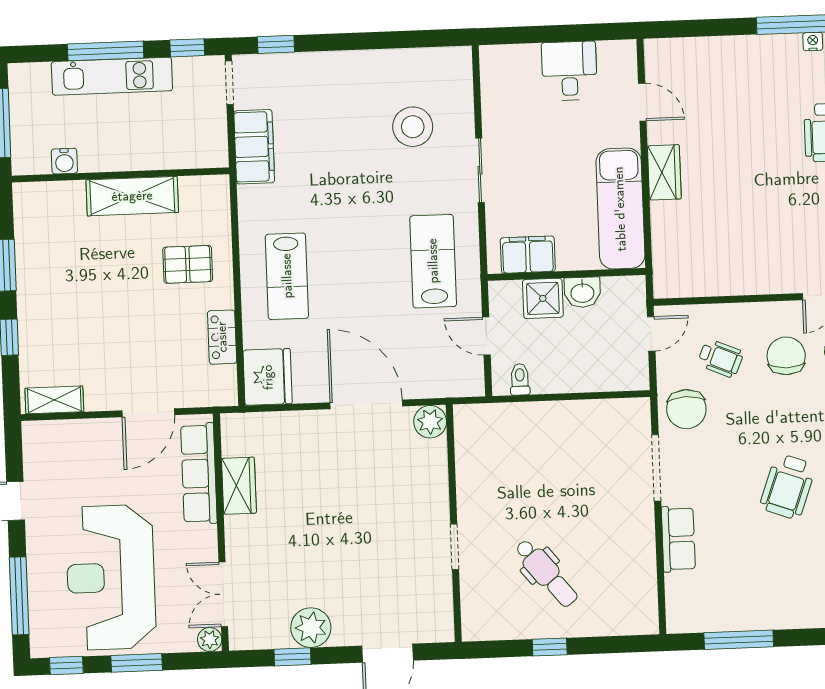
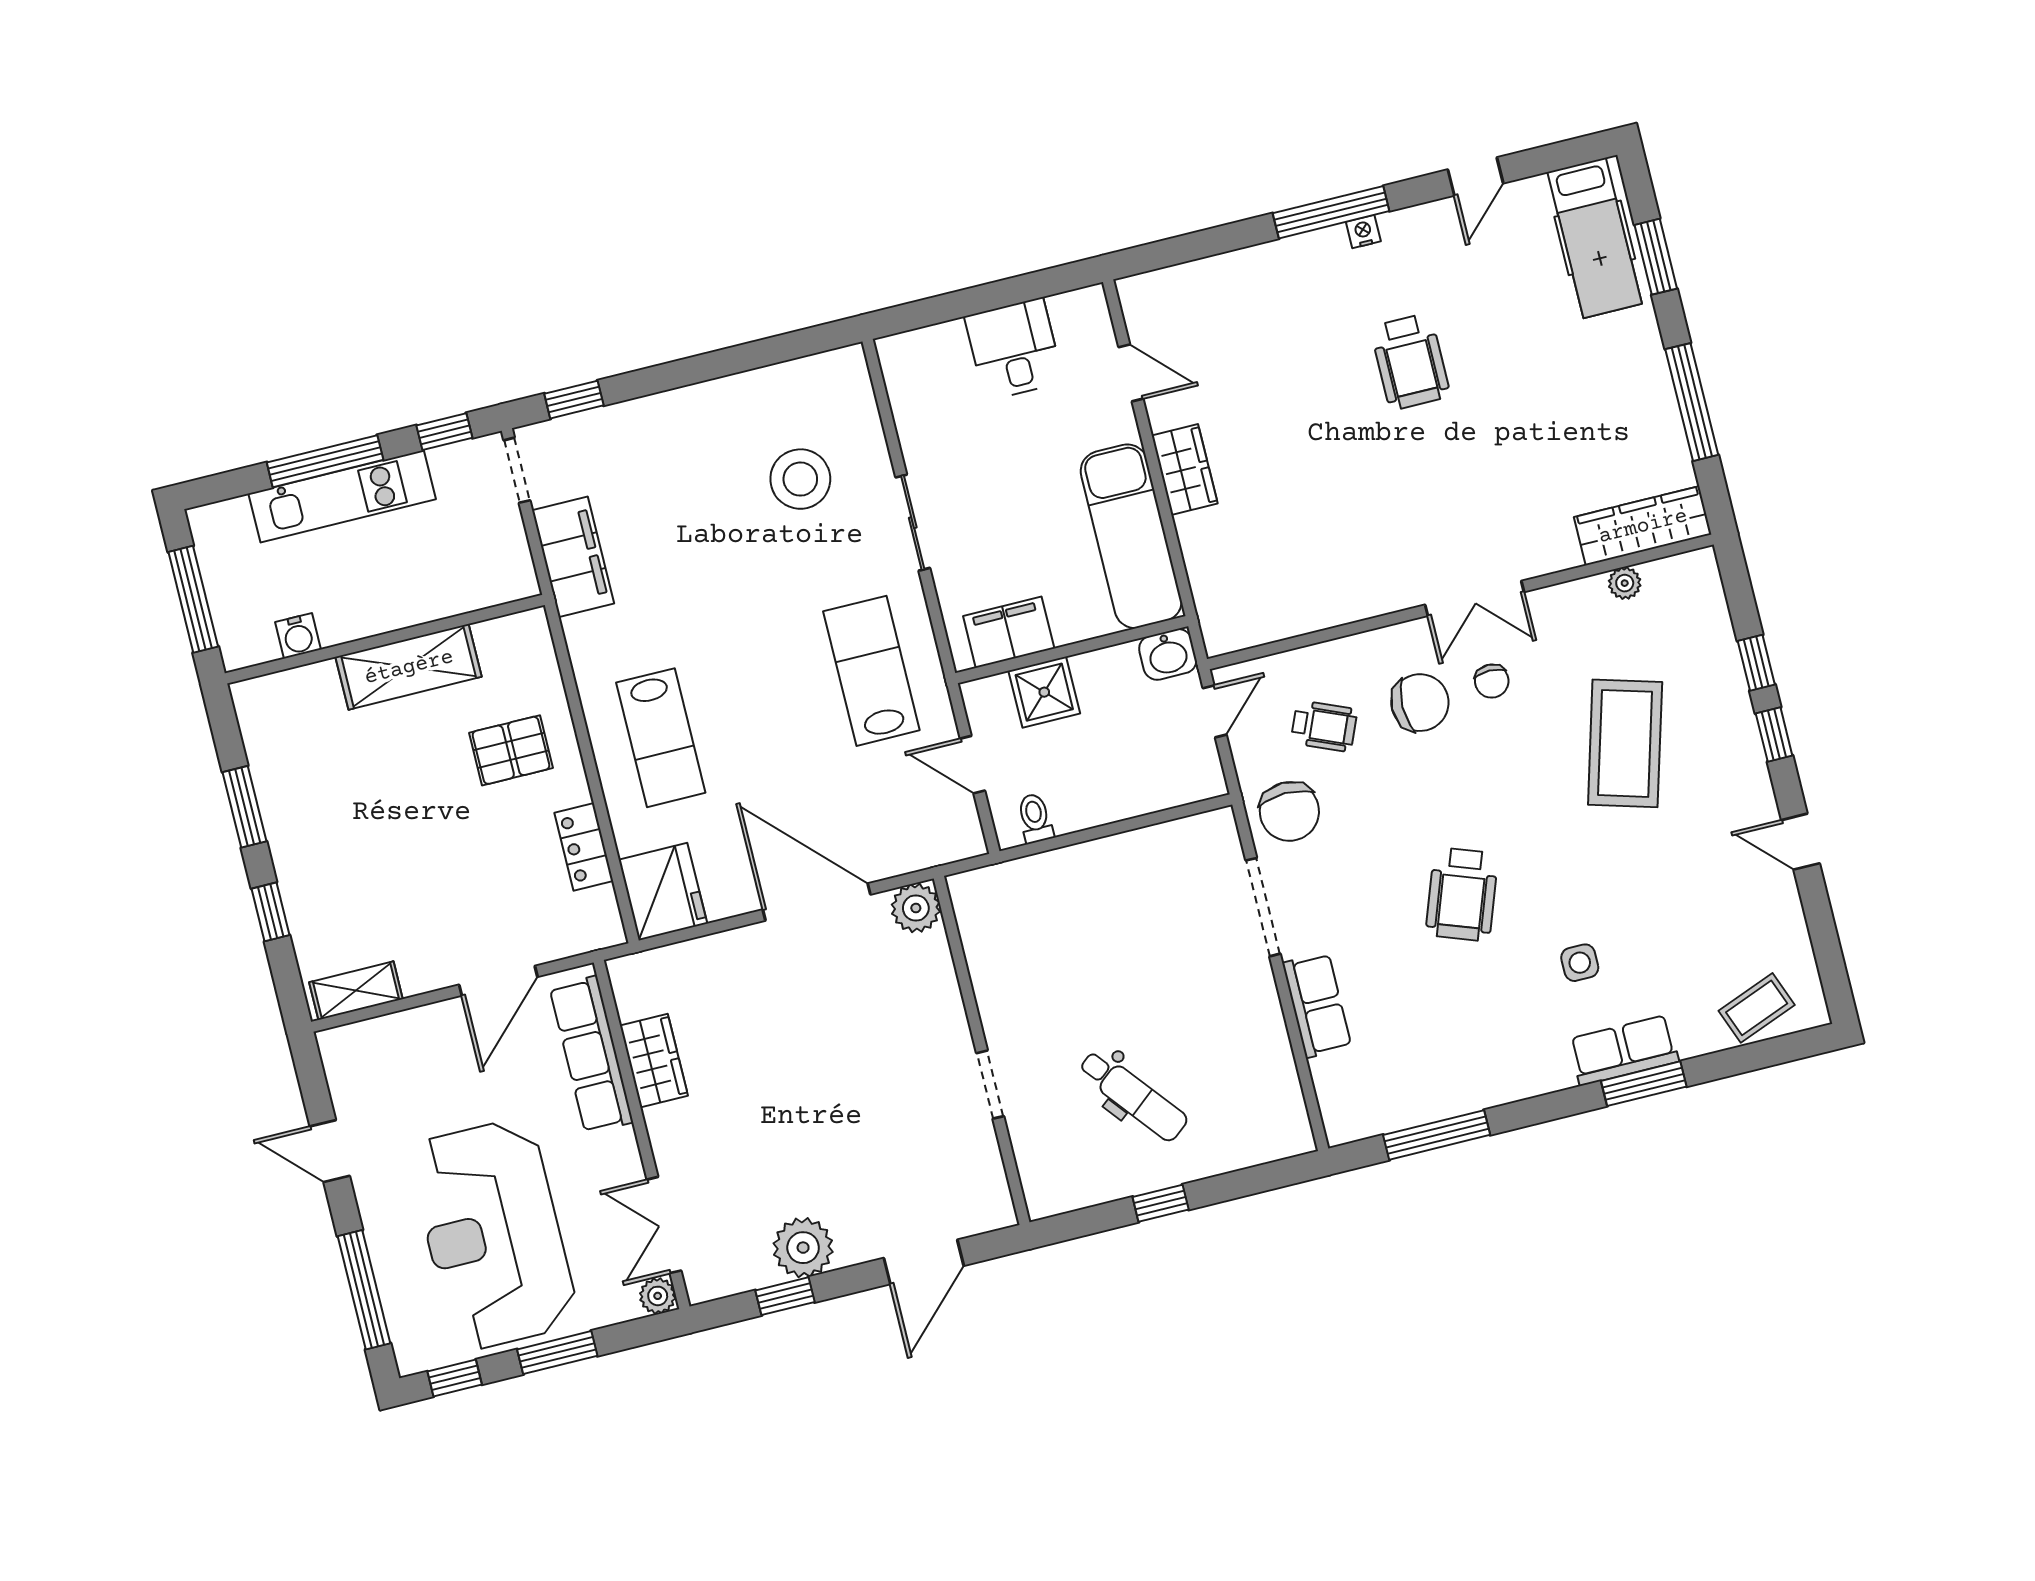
washbasin: (582, 292) -> (1168, 654), moved
chair: (786, 356) -> (1420, 703), turned 90

